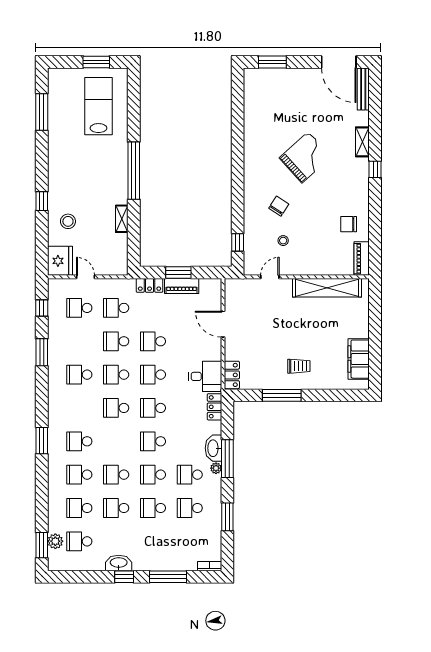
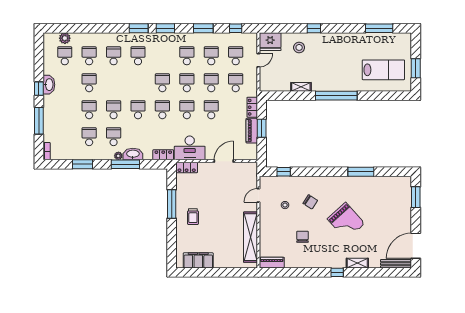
window: (238, 137) -> (361, 172), added
chair: (349, 224) -> (303, 237), moved
door: (270, 277) -> (258, 195), swing flipped
desk: (205, 376) -> (190, 148), width x1.37
school desk: (116, 475) -> (211, 56), moved
window: (42, 545) -> (165, 28), moved

